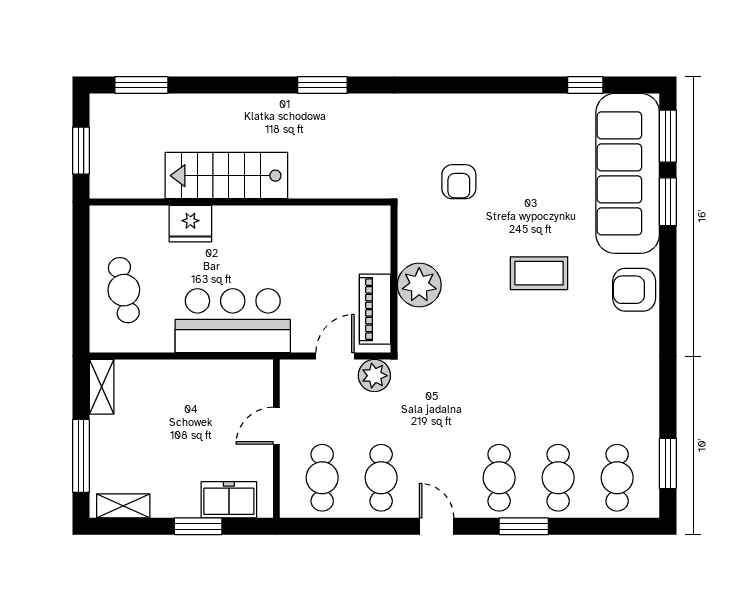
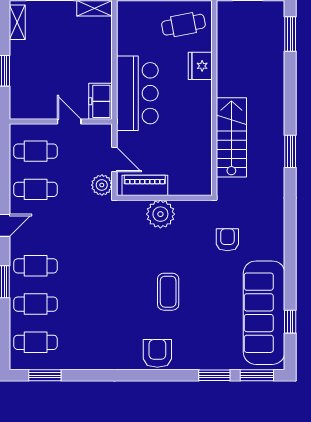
sofa: (628, 173) -> (264, 313), moved, turned -90
stairs: (226, 176) -> (231, 137), moved
armchair: (459, 182) -> (227, 240), turned 90
cafe table: (124, 290) -> (183, 25), moved
freezer: (229, 500) -> (100, 101), moved, turned 180

